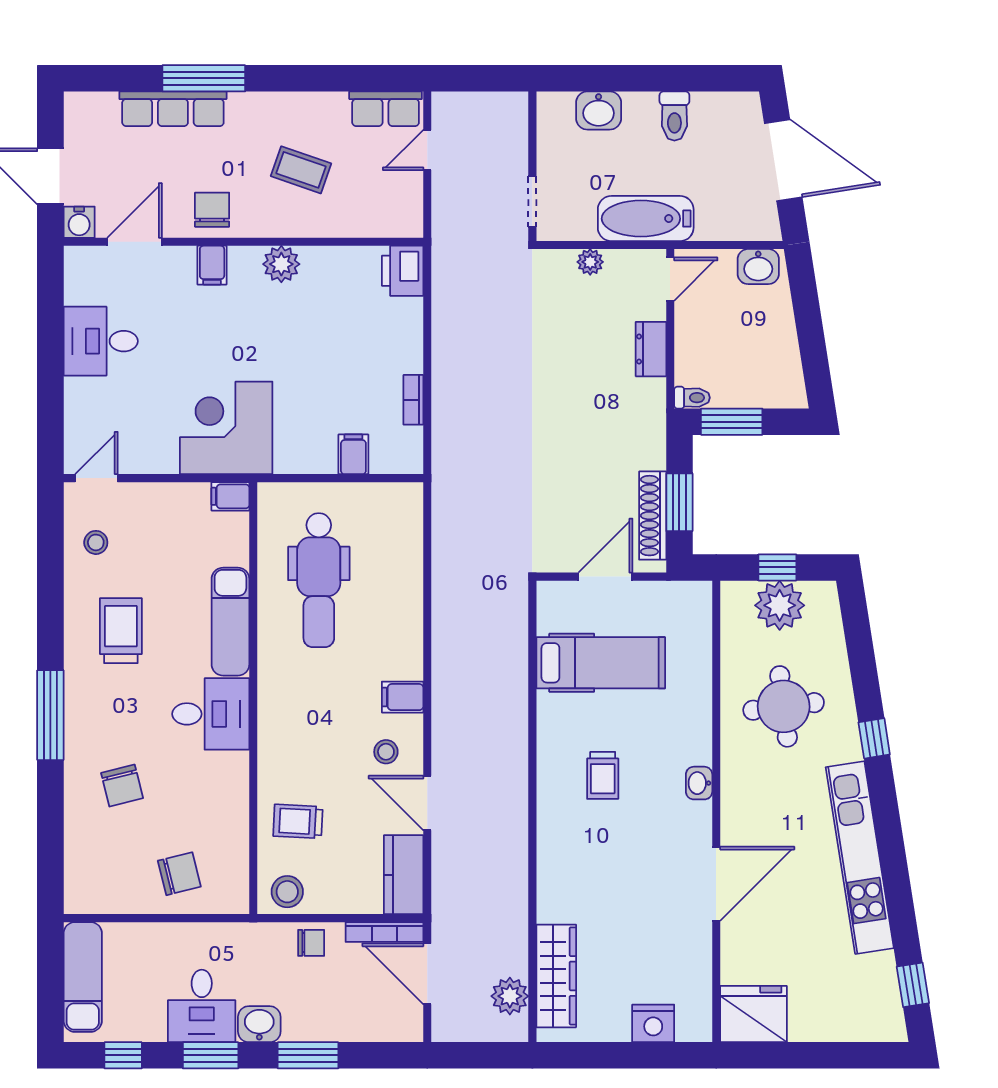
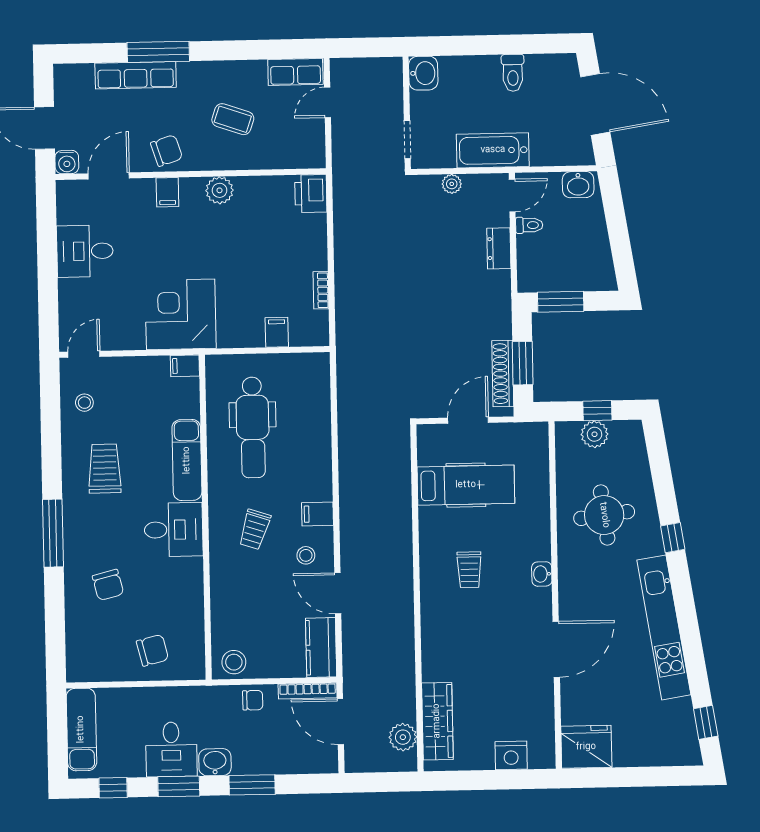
washbasin: (599, 110) -> (423, 73), moved, turned -90
chair: (212, 210) -> (167, 151), turned 72
toilet: (692, 398) -> (529, 225), moved
plant: (780, 605) -> (594, 434), width x0.73, depth x0.73
trolley: (298, 821) -> (255, 529), moved, turned -75

